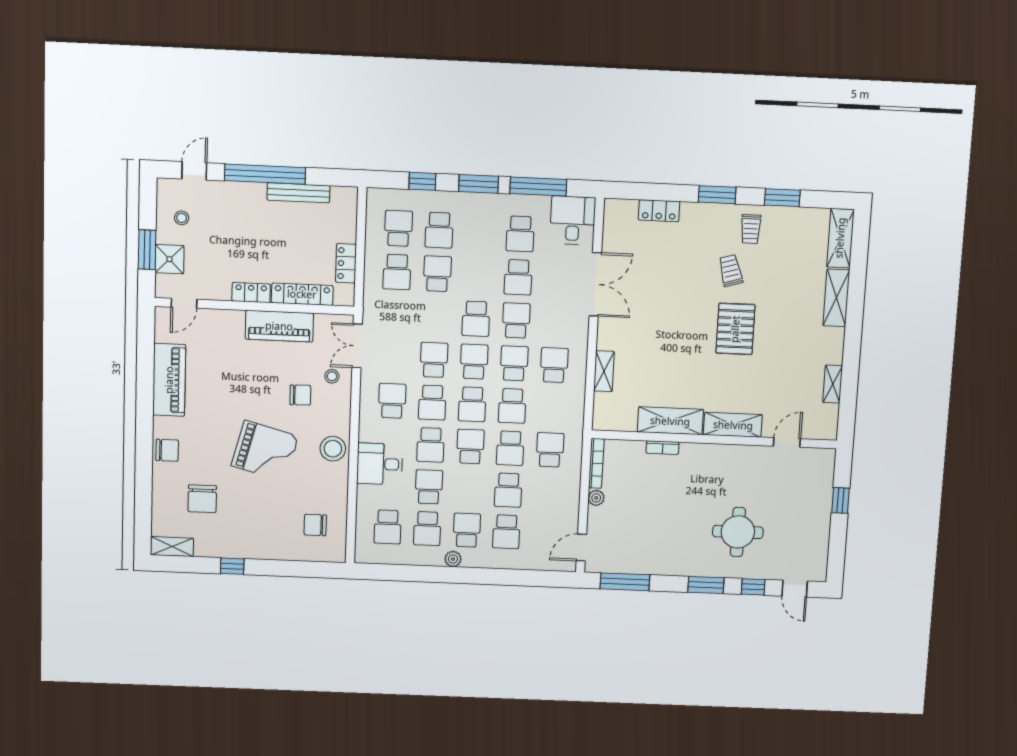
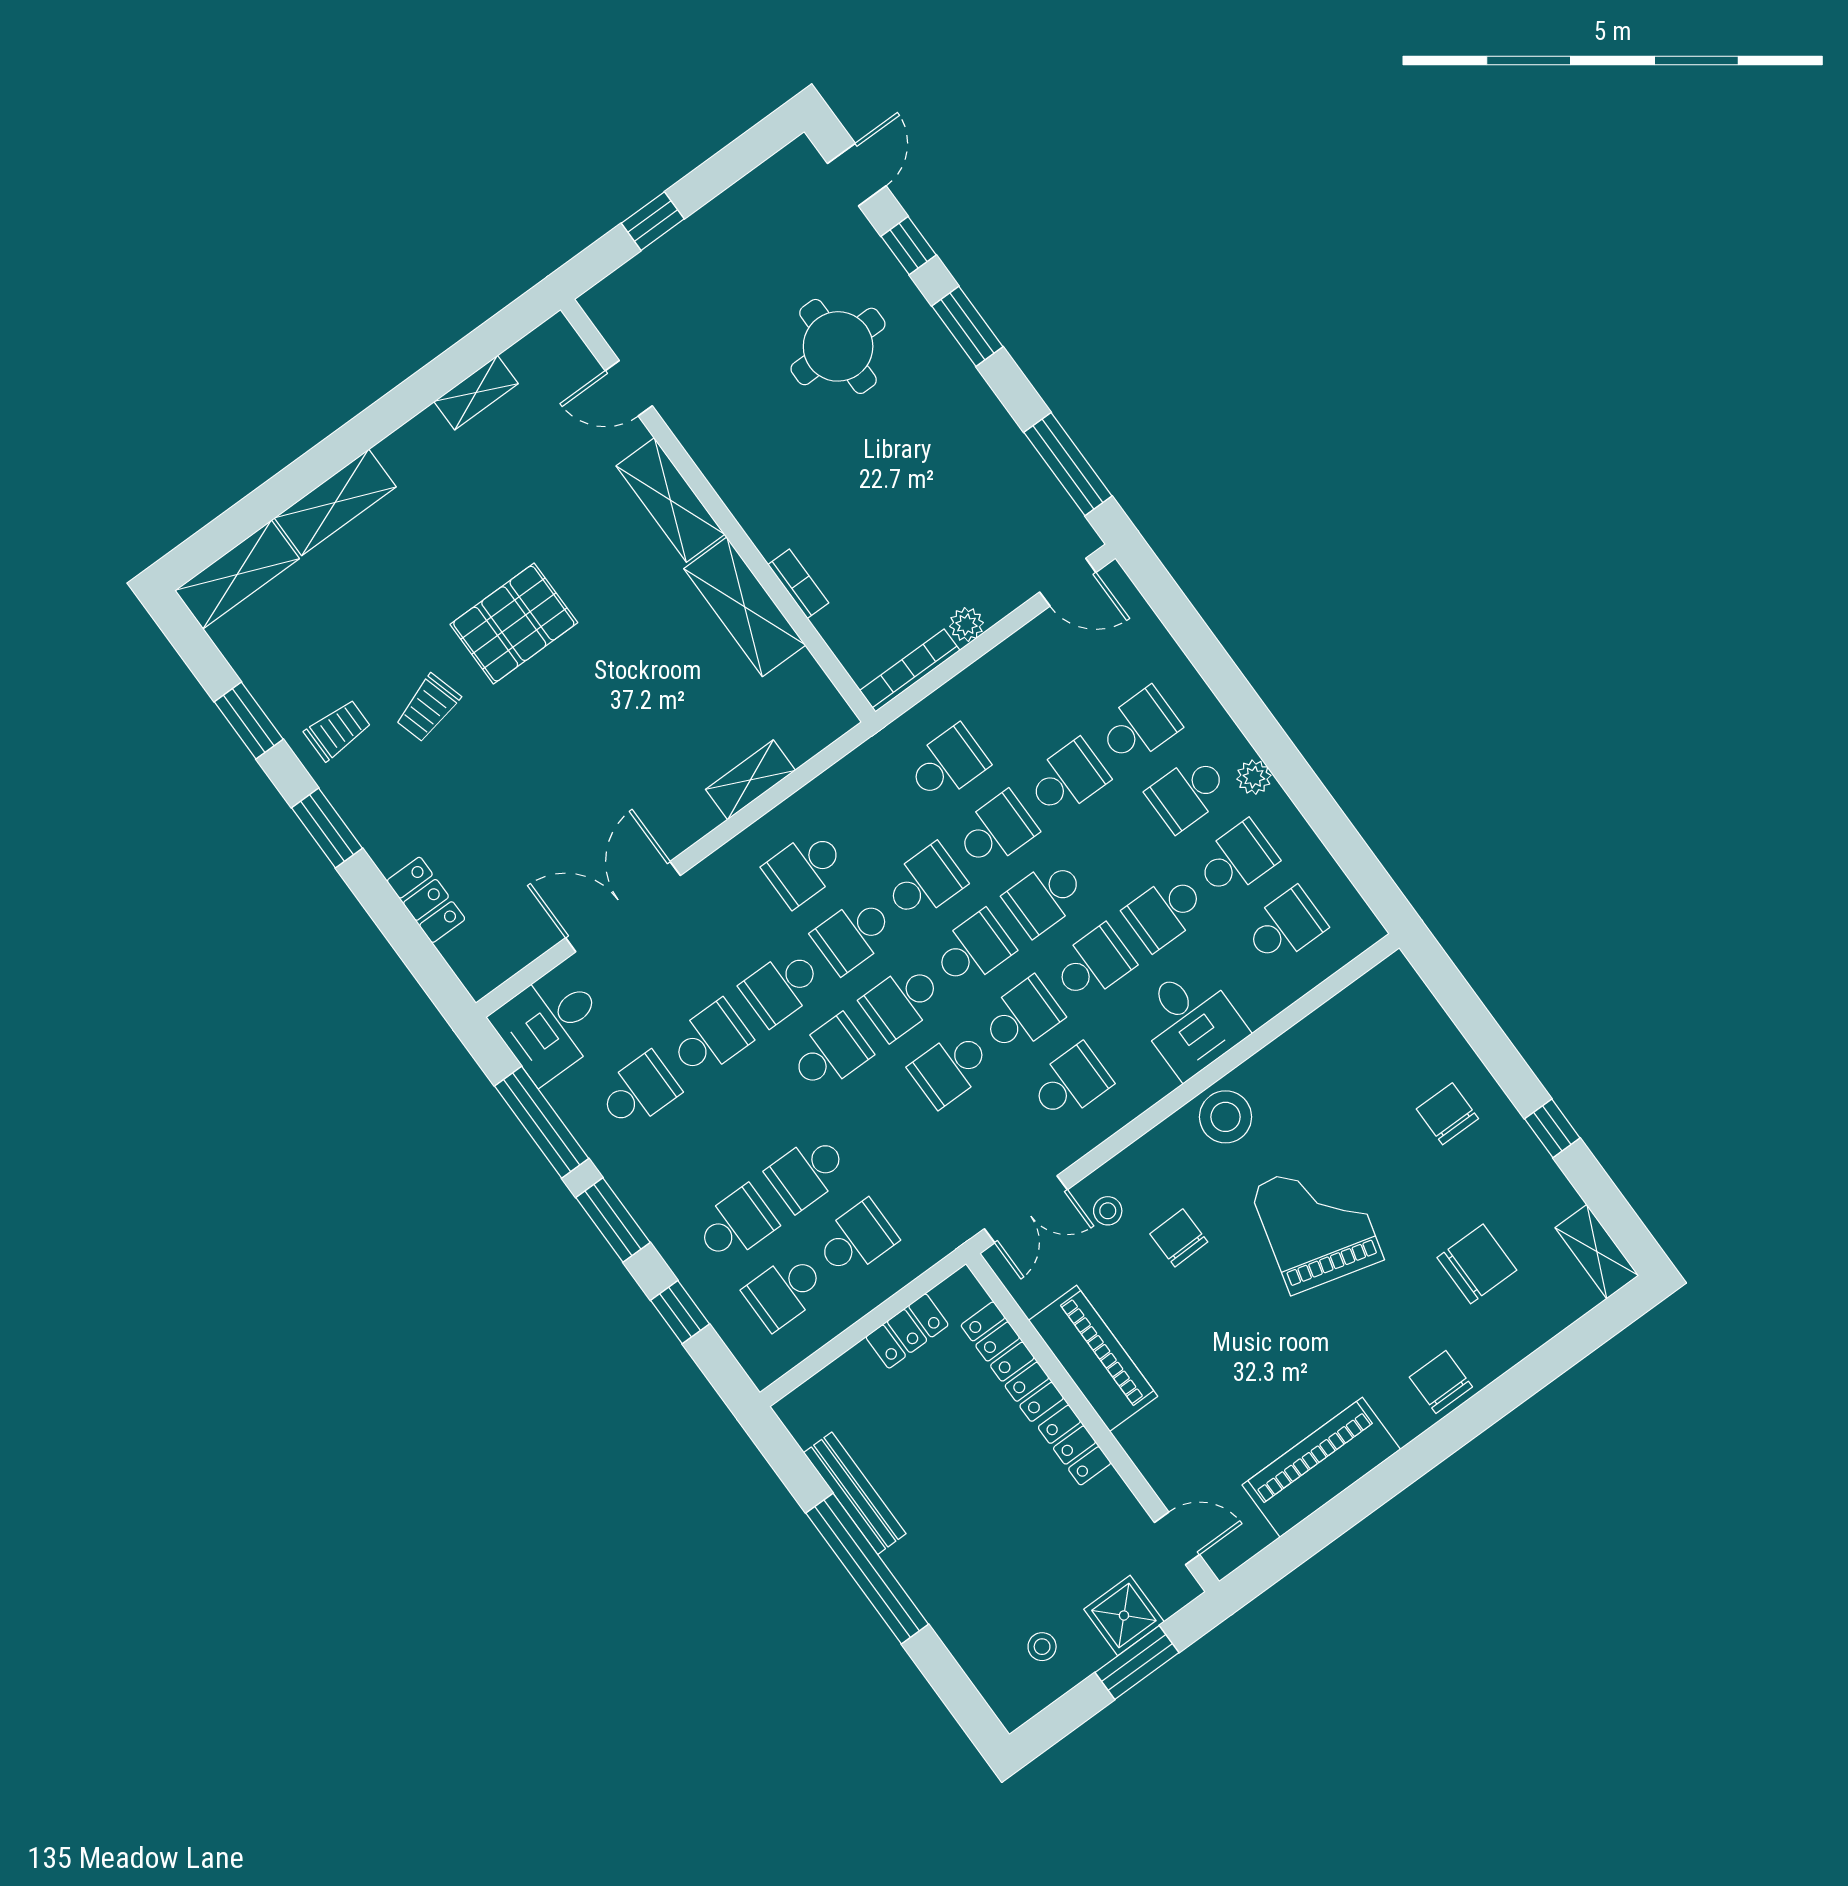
door: (194, 171) -> (951, 1684), removed
school desk: (392, 401) -> (1071, 1083), turned 180
school desk: (550, 450) -> (948, 764), turned 180
chair: (315, 525) -> (1447, 1114), moved, turned 180

